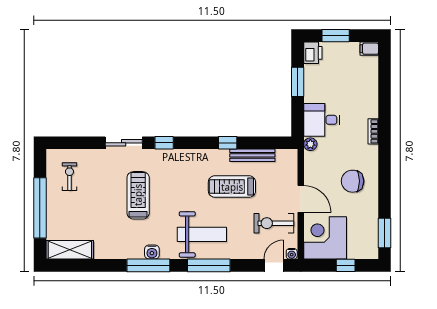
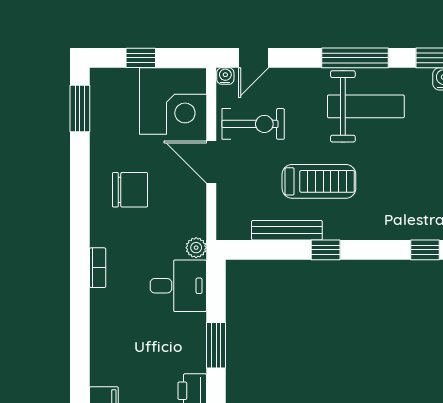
weight bench: (202, 234) -> (366, 106), turned 180

